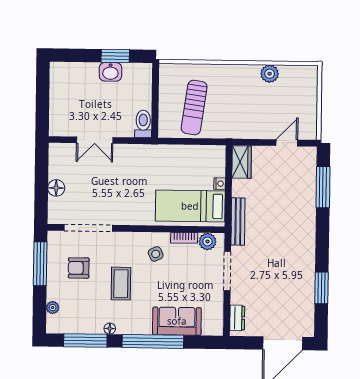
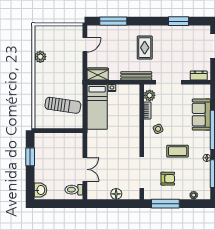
washbasin: (110, 72) -> (41, 190), moved
toilet: (143, 124) -> (74, 190), moved
door: (287, 143) -> (85, 45), swing flipped
bed: (190, 206) -> (97, 107), moved
rug: (282, 235) -> (145, 48), added
armchair: (79, 268) -> (168, 179), turned -90

